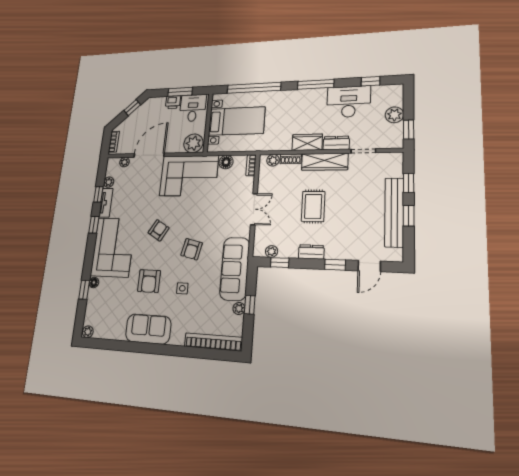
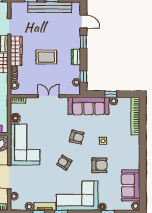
sofa: (148, 329) -> (131, 186), moved

